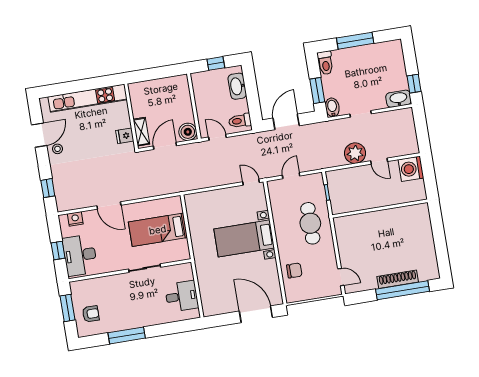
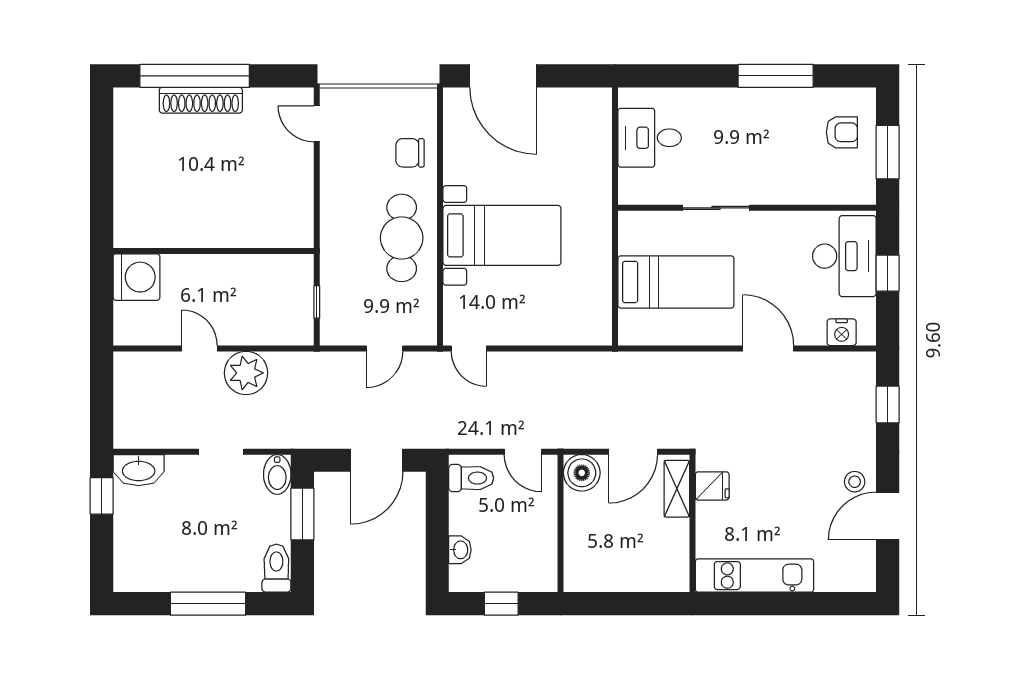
washbasin: (237, 86) -> (460, 550), width x0.52, depth x0.69
kitchen unit: (88, 98) -> (754, 576), width x0.73
washing machine: (411, 169) -> (136, 277), moved
cafe table: (310, 223) -> (402, 238), moved
armchair: (91, 314) -> (842, 132), turned 180

